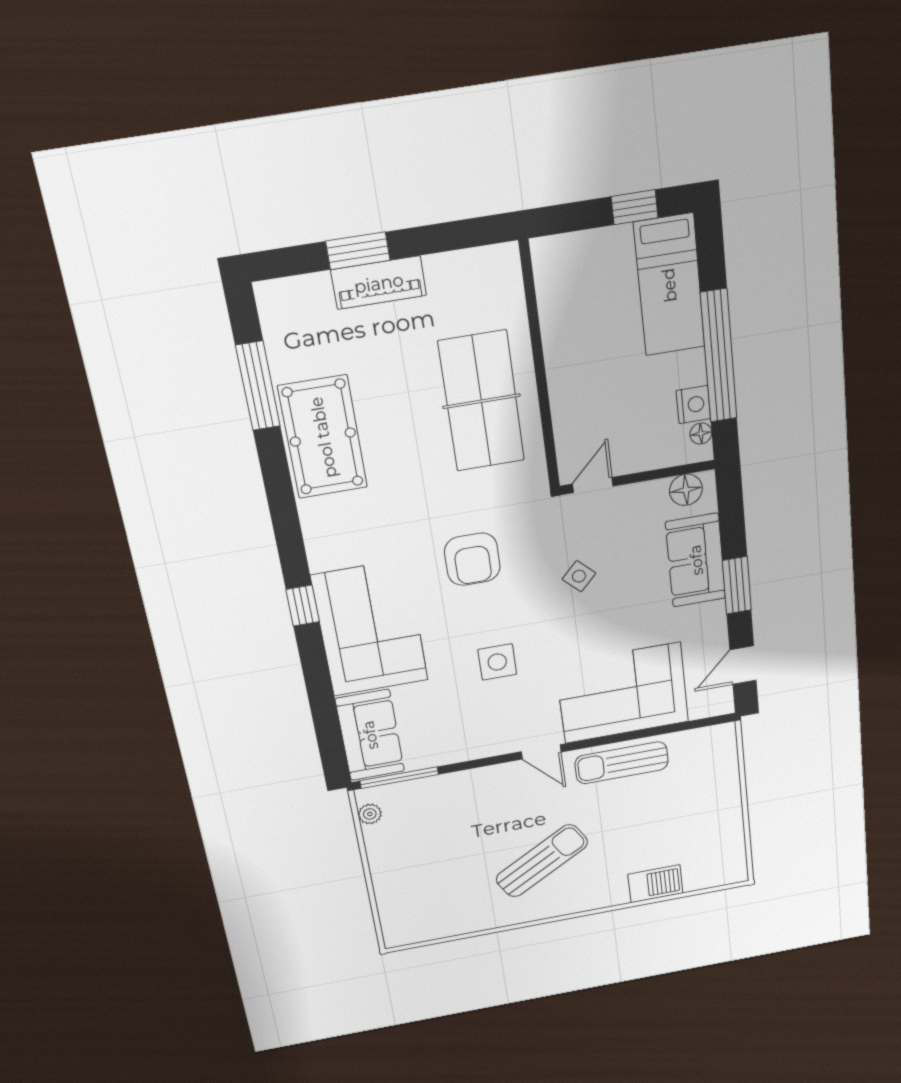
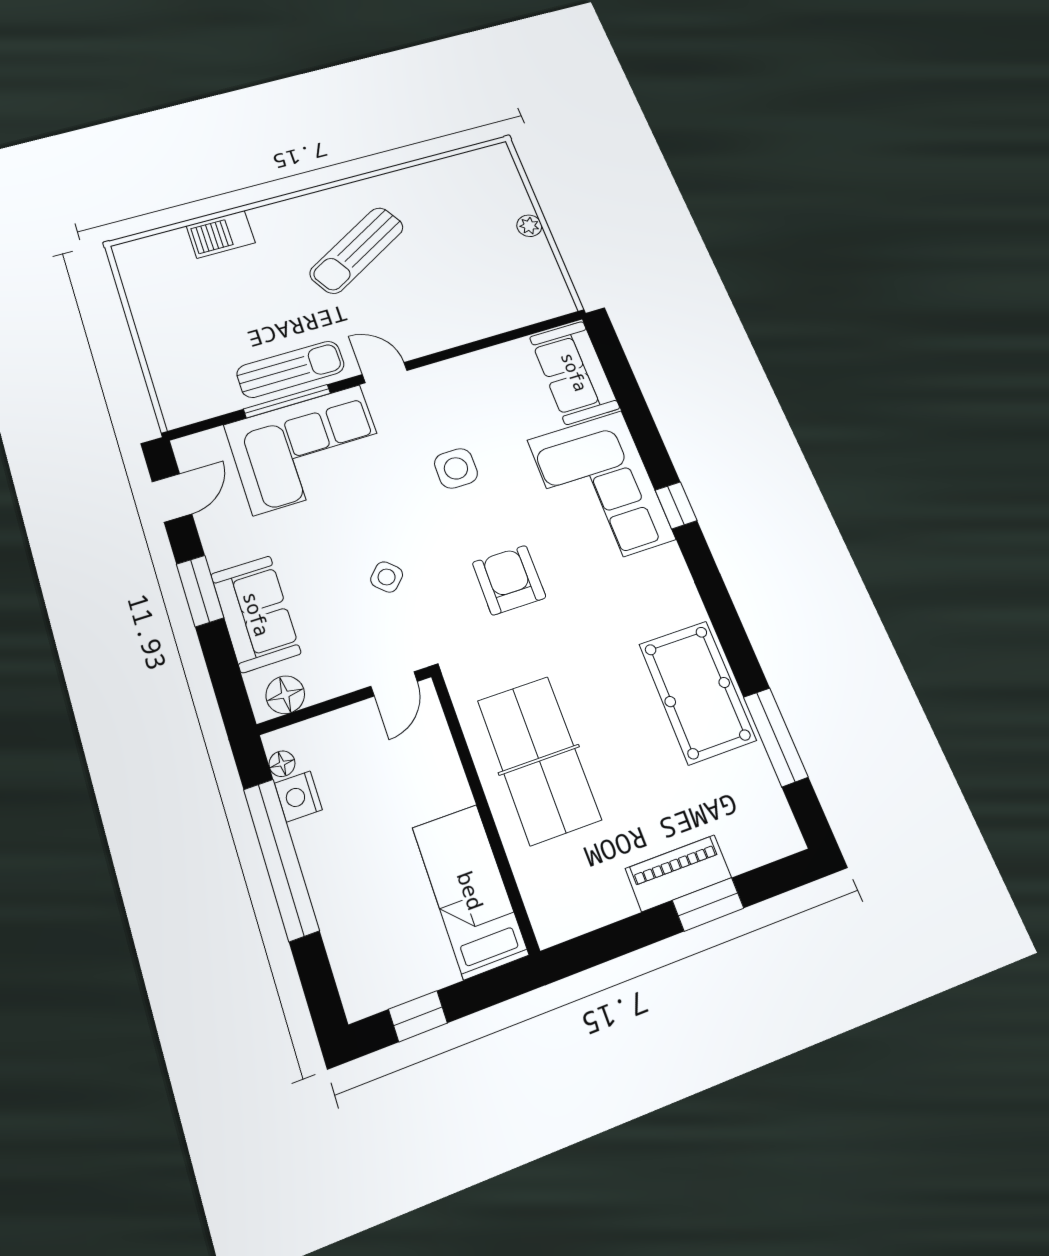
bed: (669, 285) -> (470, 891), moved
window: (399, 778) -> (287, 401), moved
plant: (370, 814) -> (529, 226), moved

